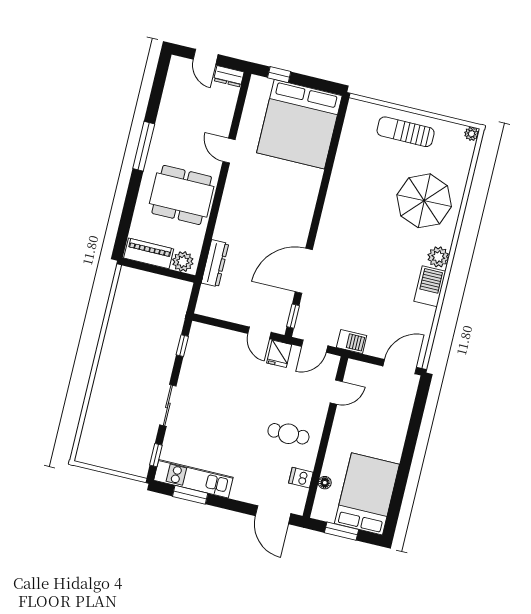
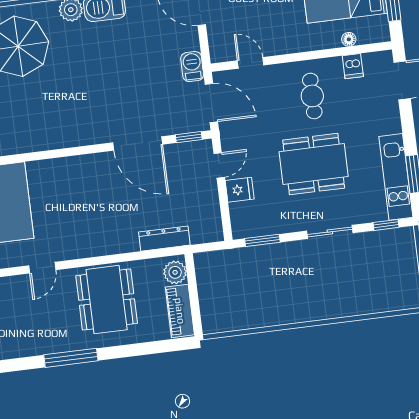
window: (182, 346) -> (262, 240), width x1.50
door: (315, 346) -> (211, 103), width x1.38
fridge: (279, 354) -> (240, 190), moved
dining table: (230, 413) -> (314, 164), added

